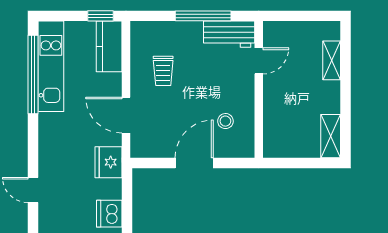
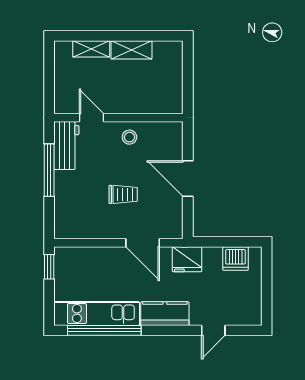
kitchen counter: (109, 46) -> (165, 314), moved, turned 180
trolley: (163, 71) -> (123, 194), moved
door: (126, 115) -> (143, 243), hinge flipped
stool: (225, 121) -> (129, 137), moved
shelving: (331, 136) -> (132, 50), moved

